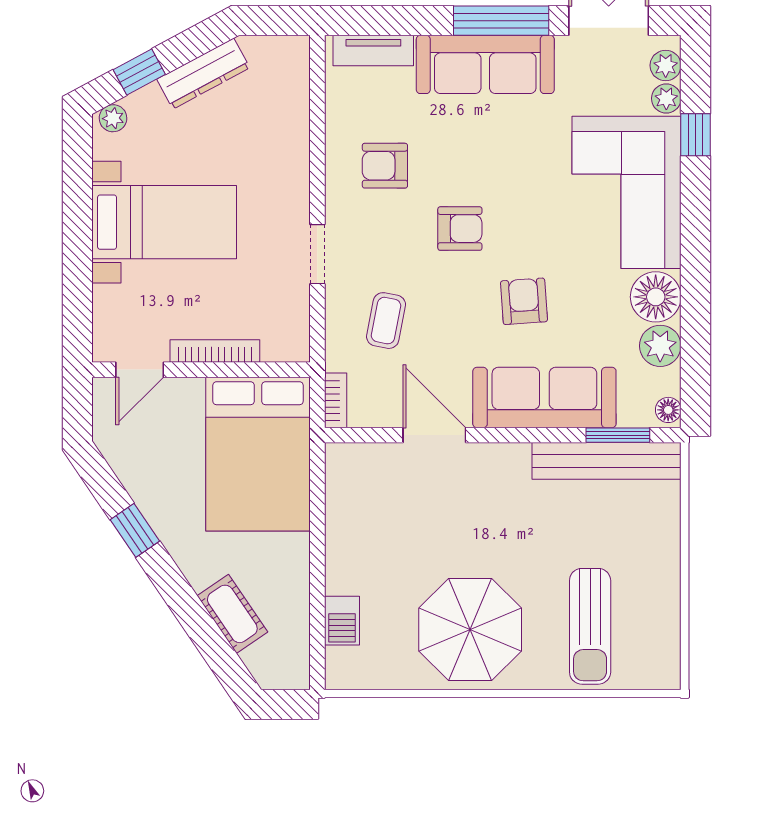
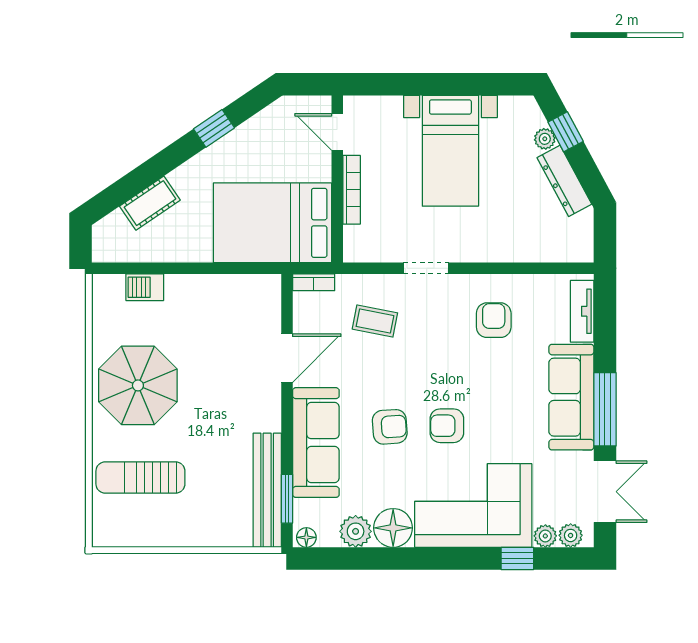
plant: (113, 118) -> (545, 139), moved
armchair: (460, 229) -> (447, 426), moved, turned 90

